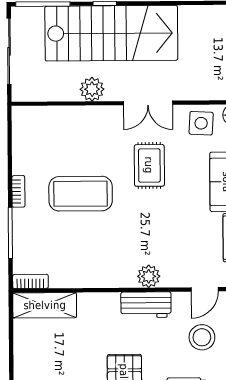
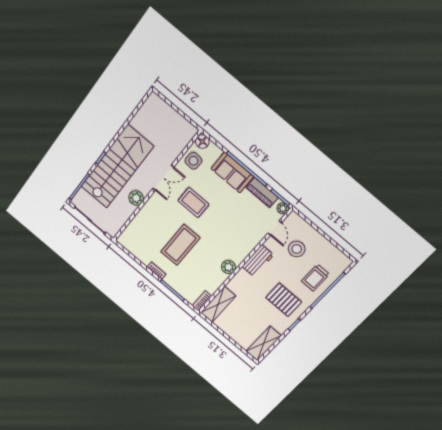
plant: (149, 276) -> (229, 267), moved

